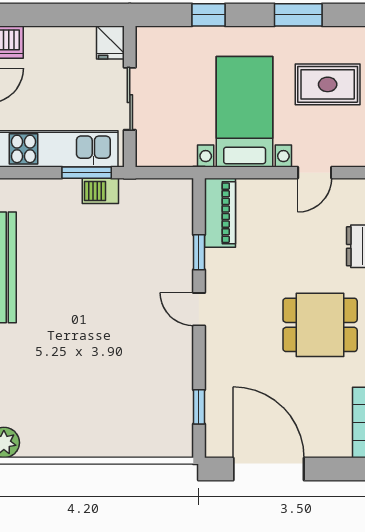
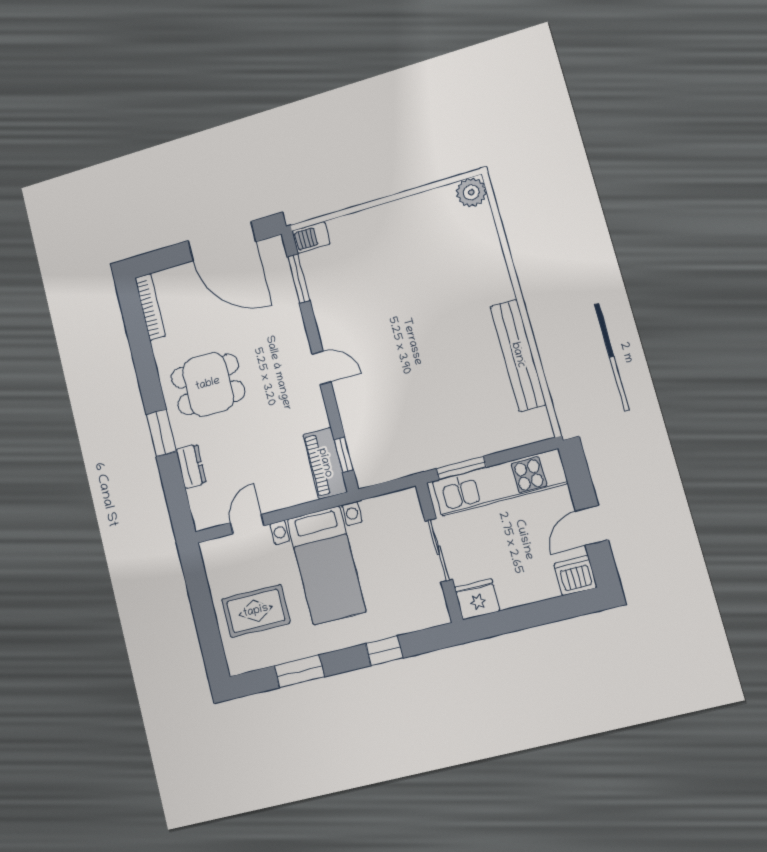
fridge: (110, 42) -> (477, 599), width x1.38
barbecue: (100, 191) -> (311, 237), moved, turned 180
window: (199, 252) -> (344, 455), moved
window: (199, 407) -> (299, 278), width x1.50

